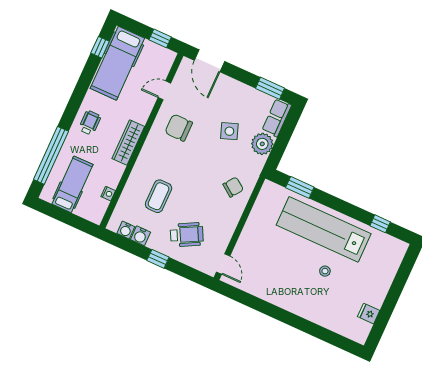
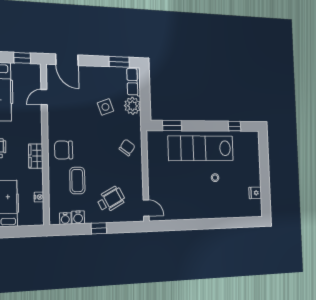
chair: (179, 128) -> (64, 150), moved
wardrobe: (128, 142) -> (36, 156), width x0.67

